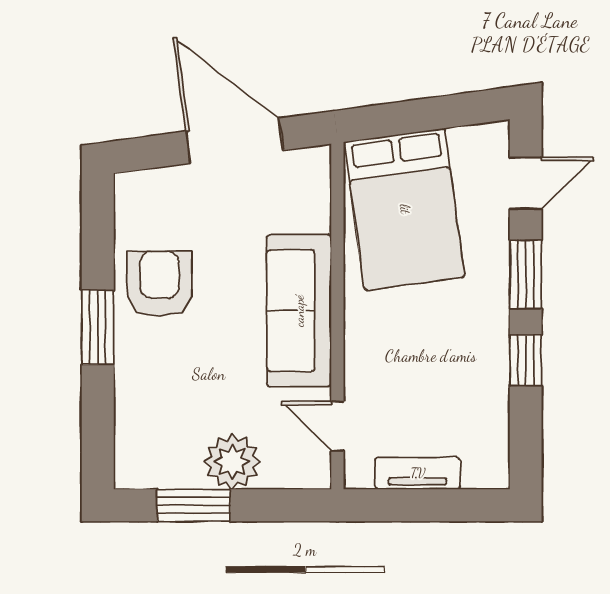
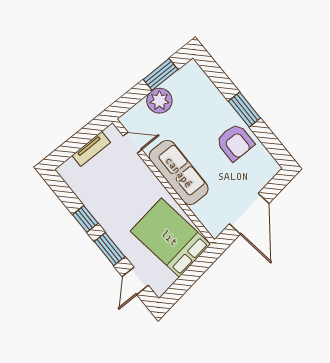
door: (235, 141) -> (249, 214), hinge flipped

